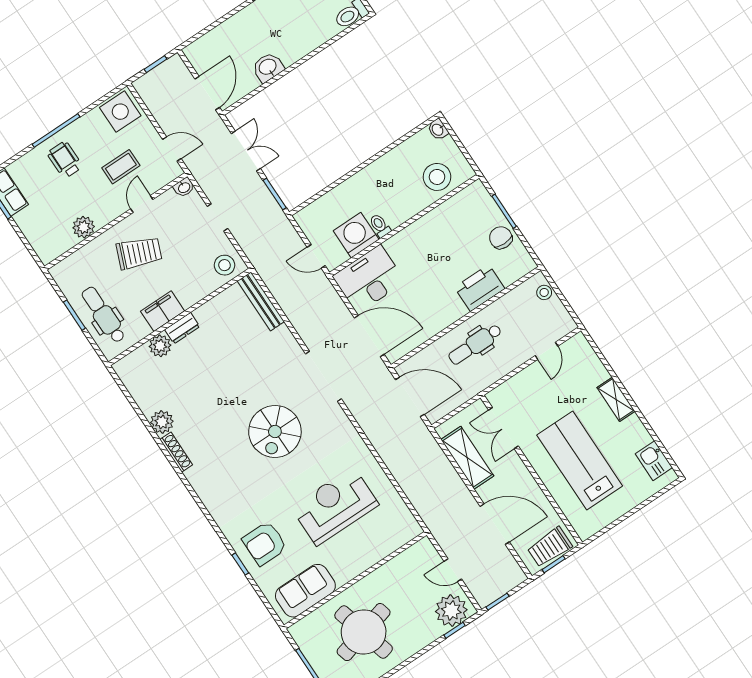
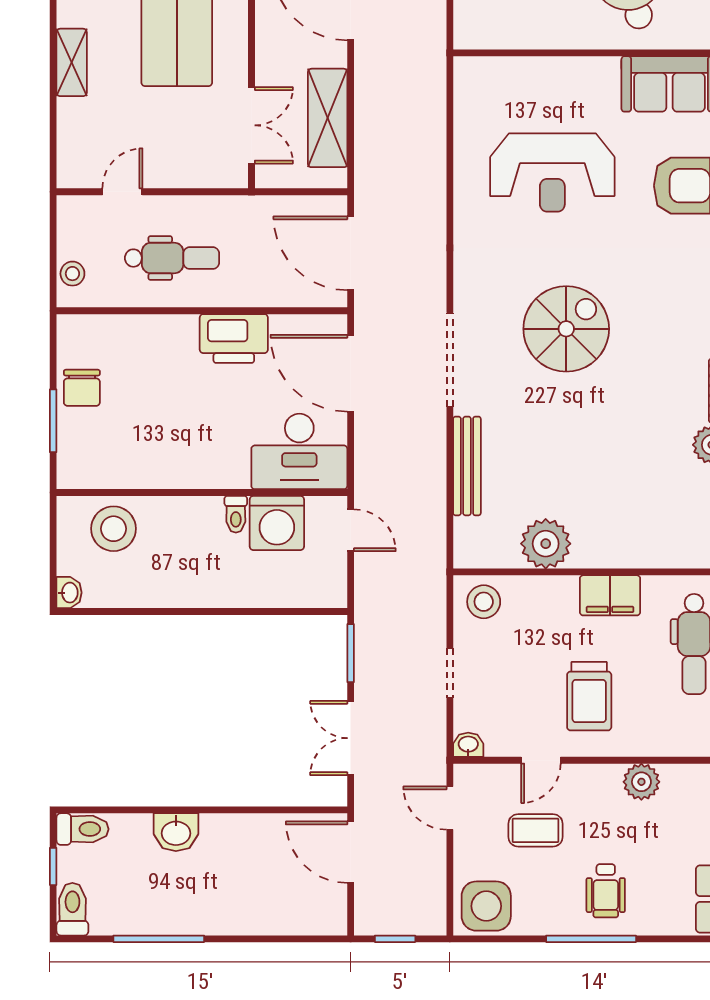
washbasin: (268, 67) -> (176, 832), moved
door: (207, 93) -> (351, 852), hinge flipped
trolley: (139, 253) -> (589, 696), turned -112
printer: (480, 288) -> (234, 338), moved
bench: (261, 301) -> (467, 466), moved
dresser: (182, 328) -> (599, 554), removed
dental chair: (475, 344) -> (172, 258), moved
plant: (160, 346) -> (546, 544), moved, width x1.36, depth x1.36

